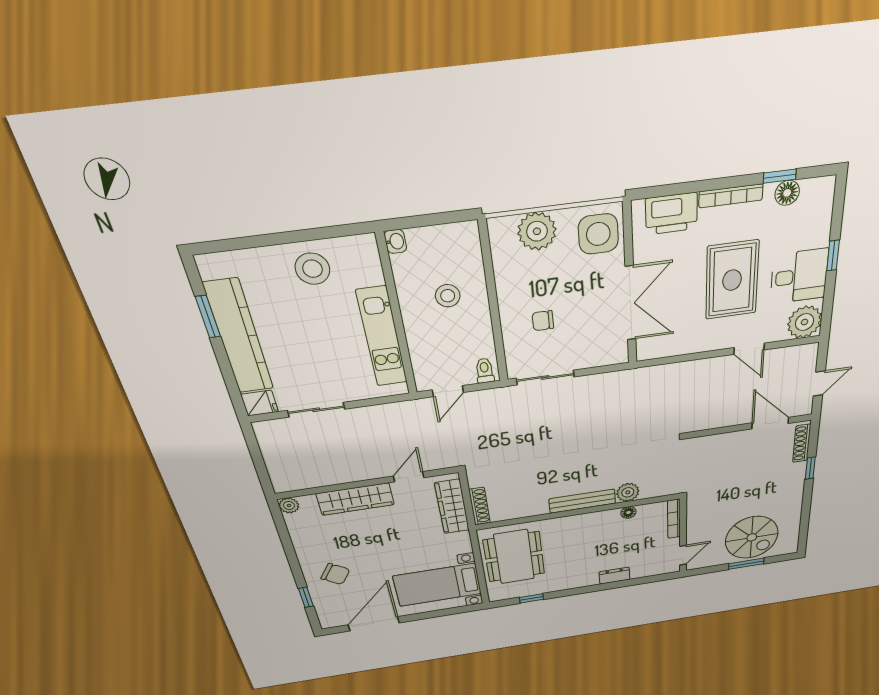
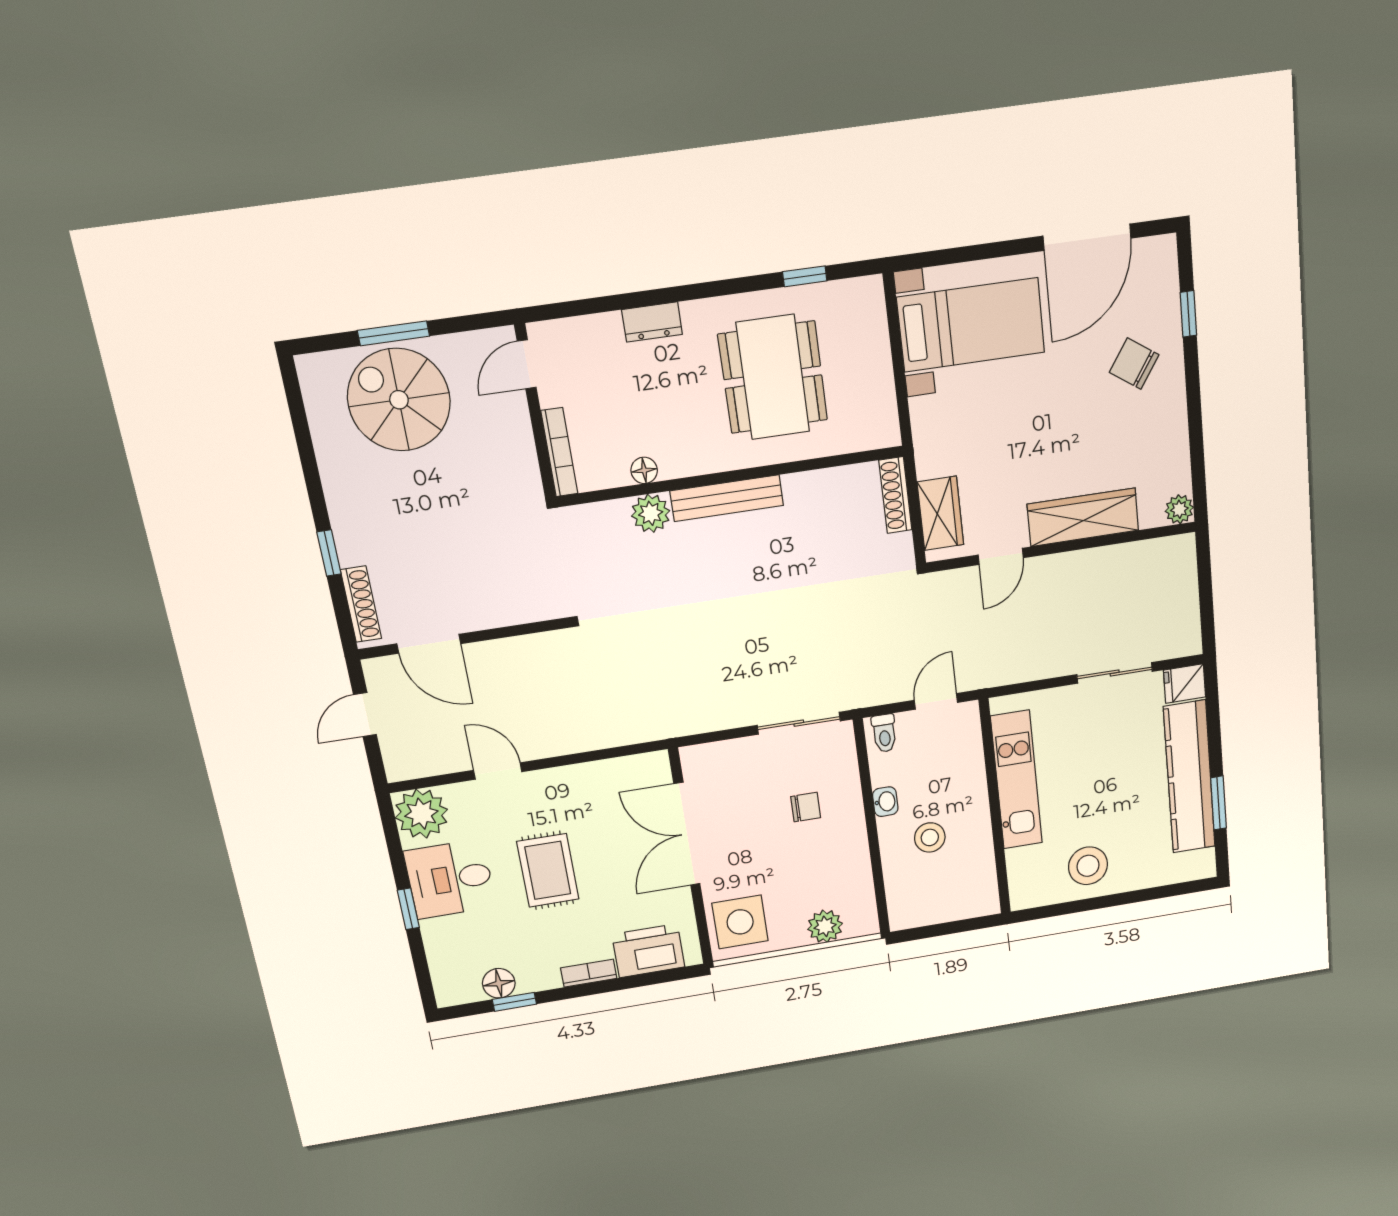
bookcase: (731, 196) -> (589, 973), width x0.64
plant: (537, 231) -> (825, 926), width x0.73, depth x0.73
washbasin: (395, 241) -> (885, 802), moved, turned 180
rug: (732, 280) -> (548, 870), width x0.73, depth x0.70
wardrobe: (452, 507) -> (940, 513), width x0.67
dining table: (514, 557) -> (773, 377), moved

